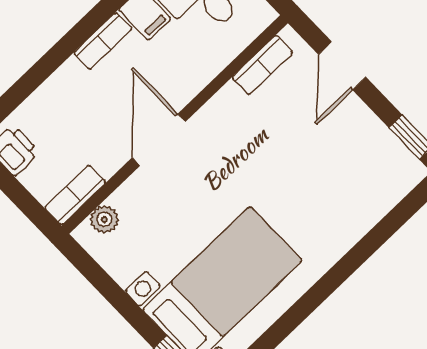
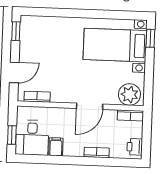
bookcase: (103, 41) -> (97, 152), moved
plant: (104, 219) -> (129, 94), width x1.87, depth x1.87

